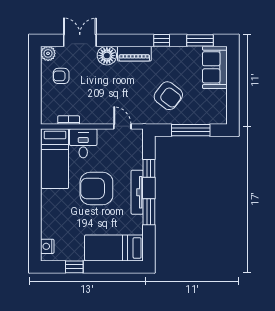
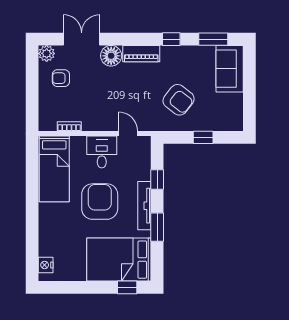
window: (191, 130) -> (203, 137), width x0.46
desk: (83, 143) -> (102, 152), moved
armchair: (96, 188) -> (100, 202), turned 90
bed: (114, 248) -> (119, 260), width x1.50
window: (74, 267) -> (127, 287), moved

